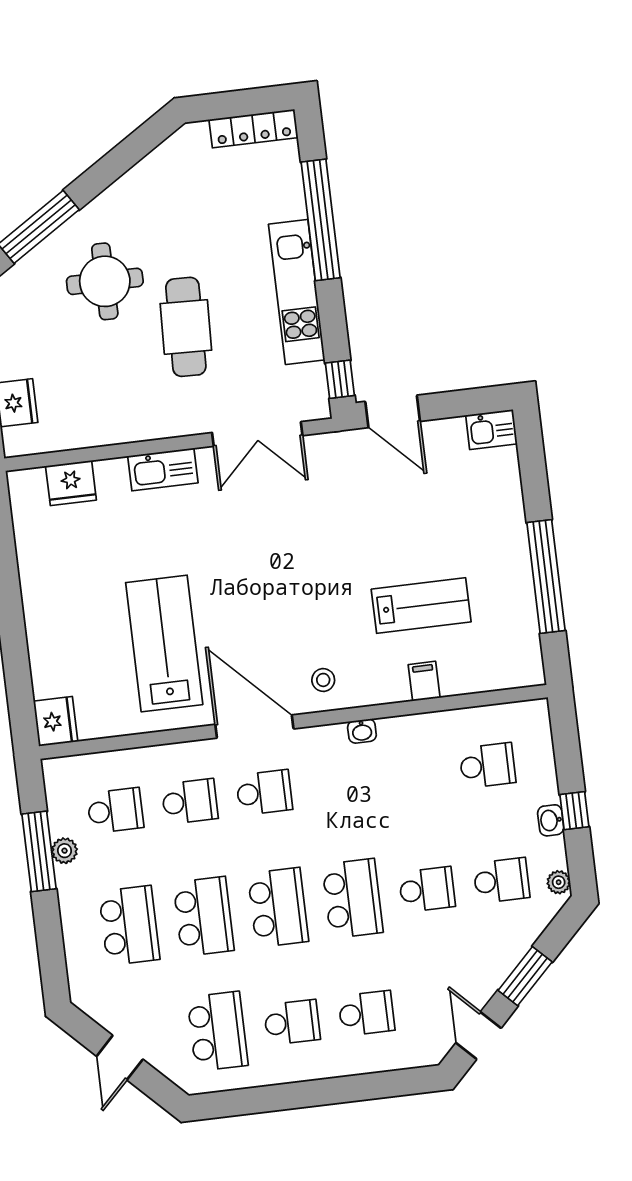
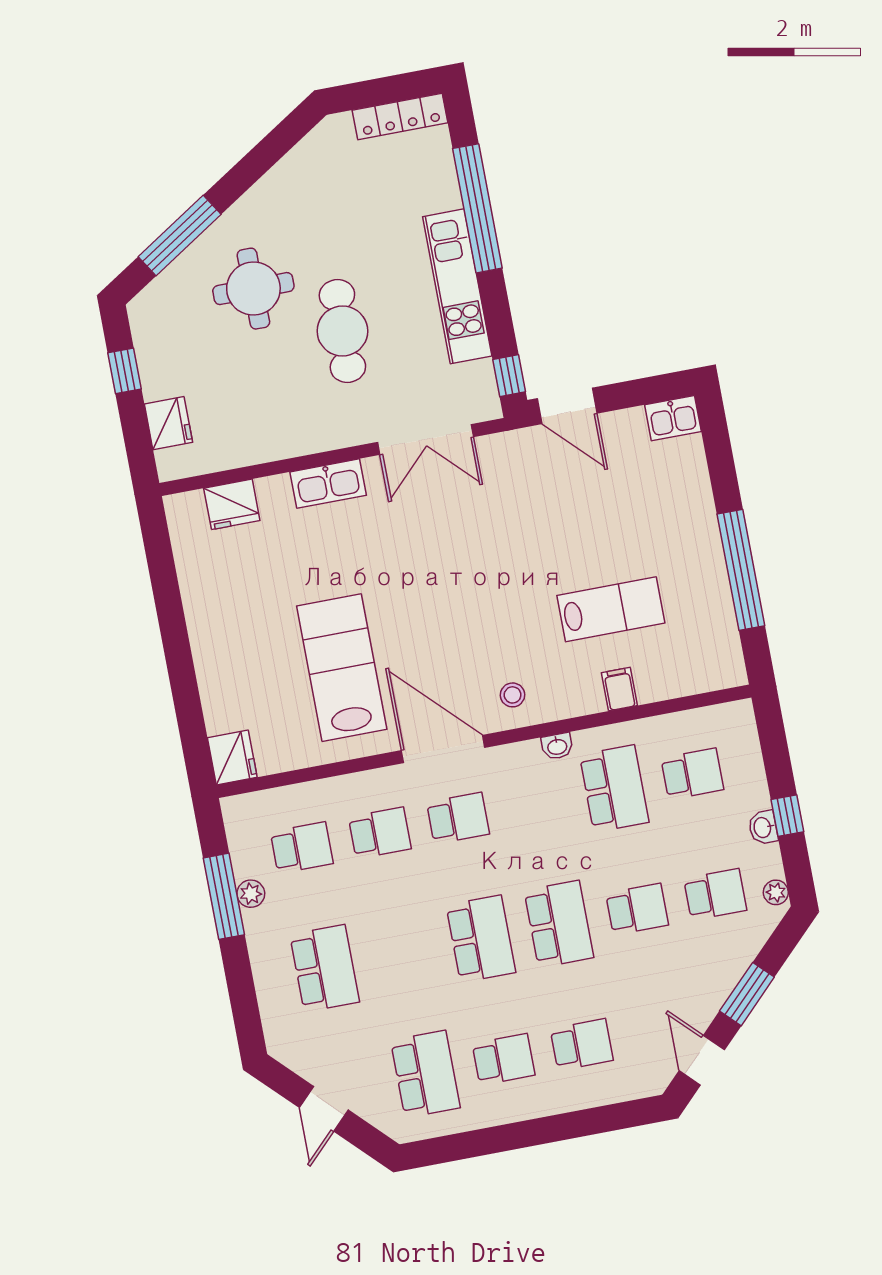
school desk: (204, 916) -> (614, 789), moved

